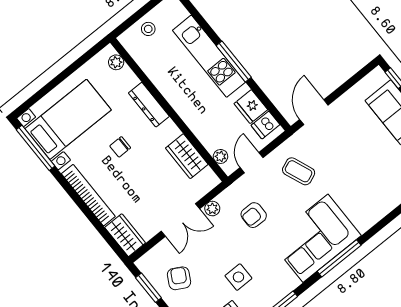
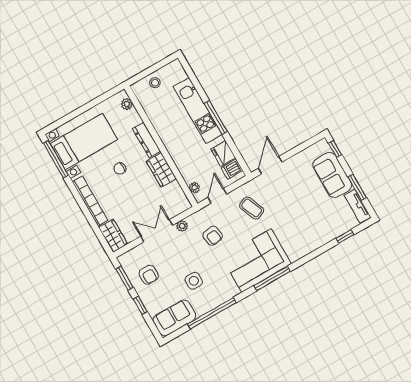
wardrobe: (187, 156) -> (161, 170), moved
armchair: (254, 215) -> (213, 236), turned -99
double door: (180, 220) -> (157, 231), swing flipped
armchair: (179, 278) -> (149, 275), turned 151

